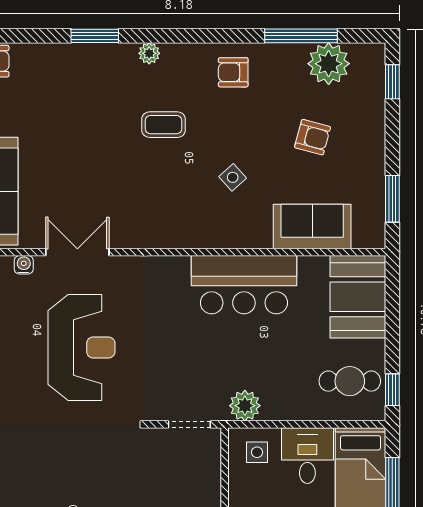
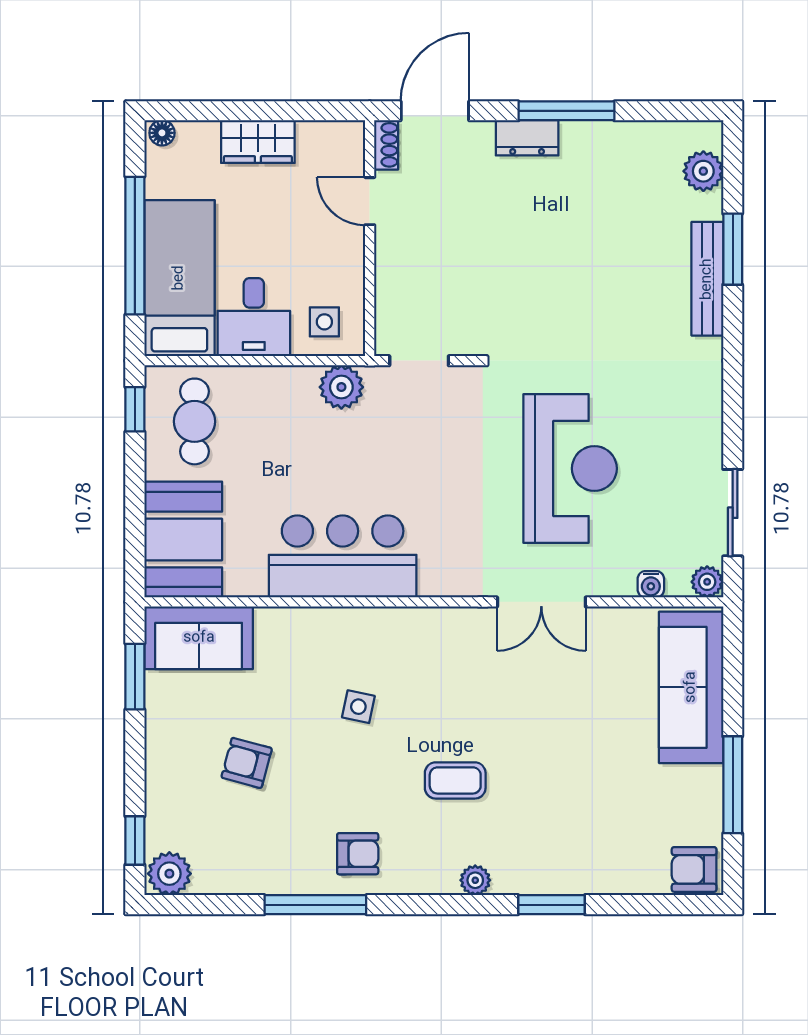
window: (301, 36) -> (315, 905), moved
plant: (329, 64) -> (169, 874), moved, width x0.73, depth x0.73
side table: (233, 177) -> (358, 707), turned -36
sofa: (312, 226) -> (199, 638), moved
double door: (77, 252) -> (541, 602), moved
reception desk: (81, 347) -> (570, 469), turned 180
cafe table: (350, 381) -> (195, 421), turned 90

